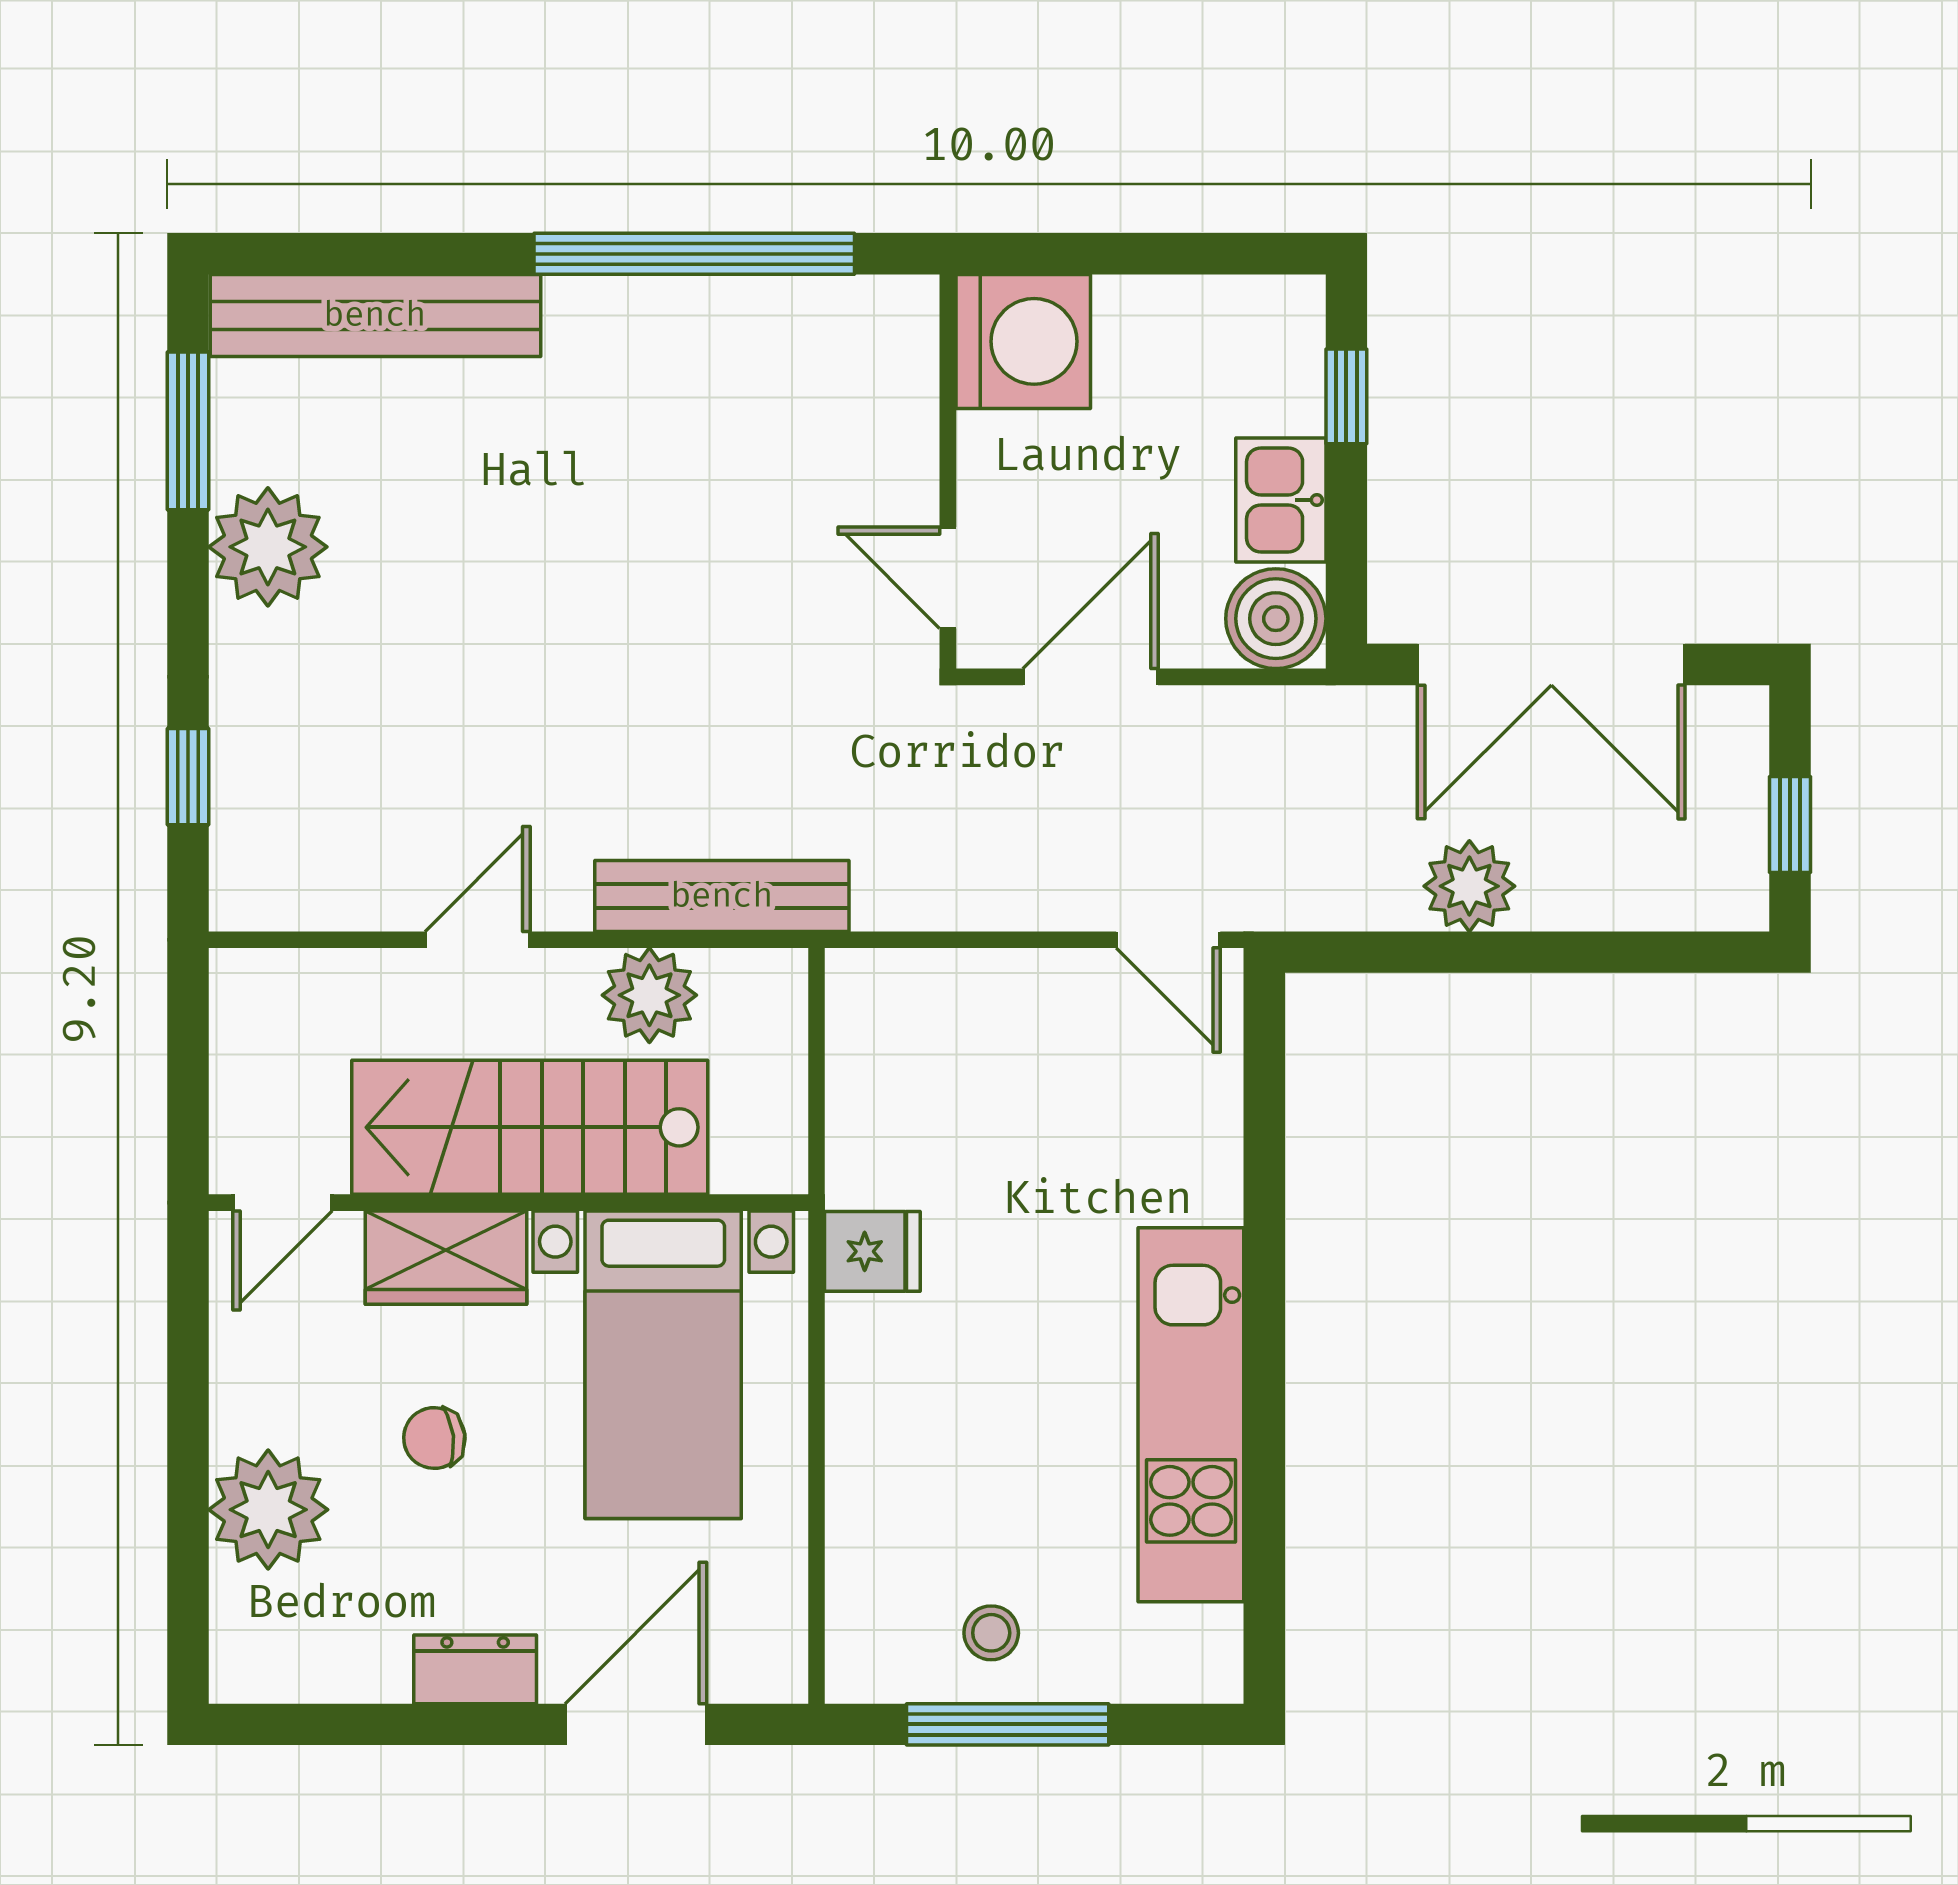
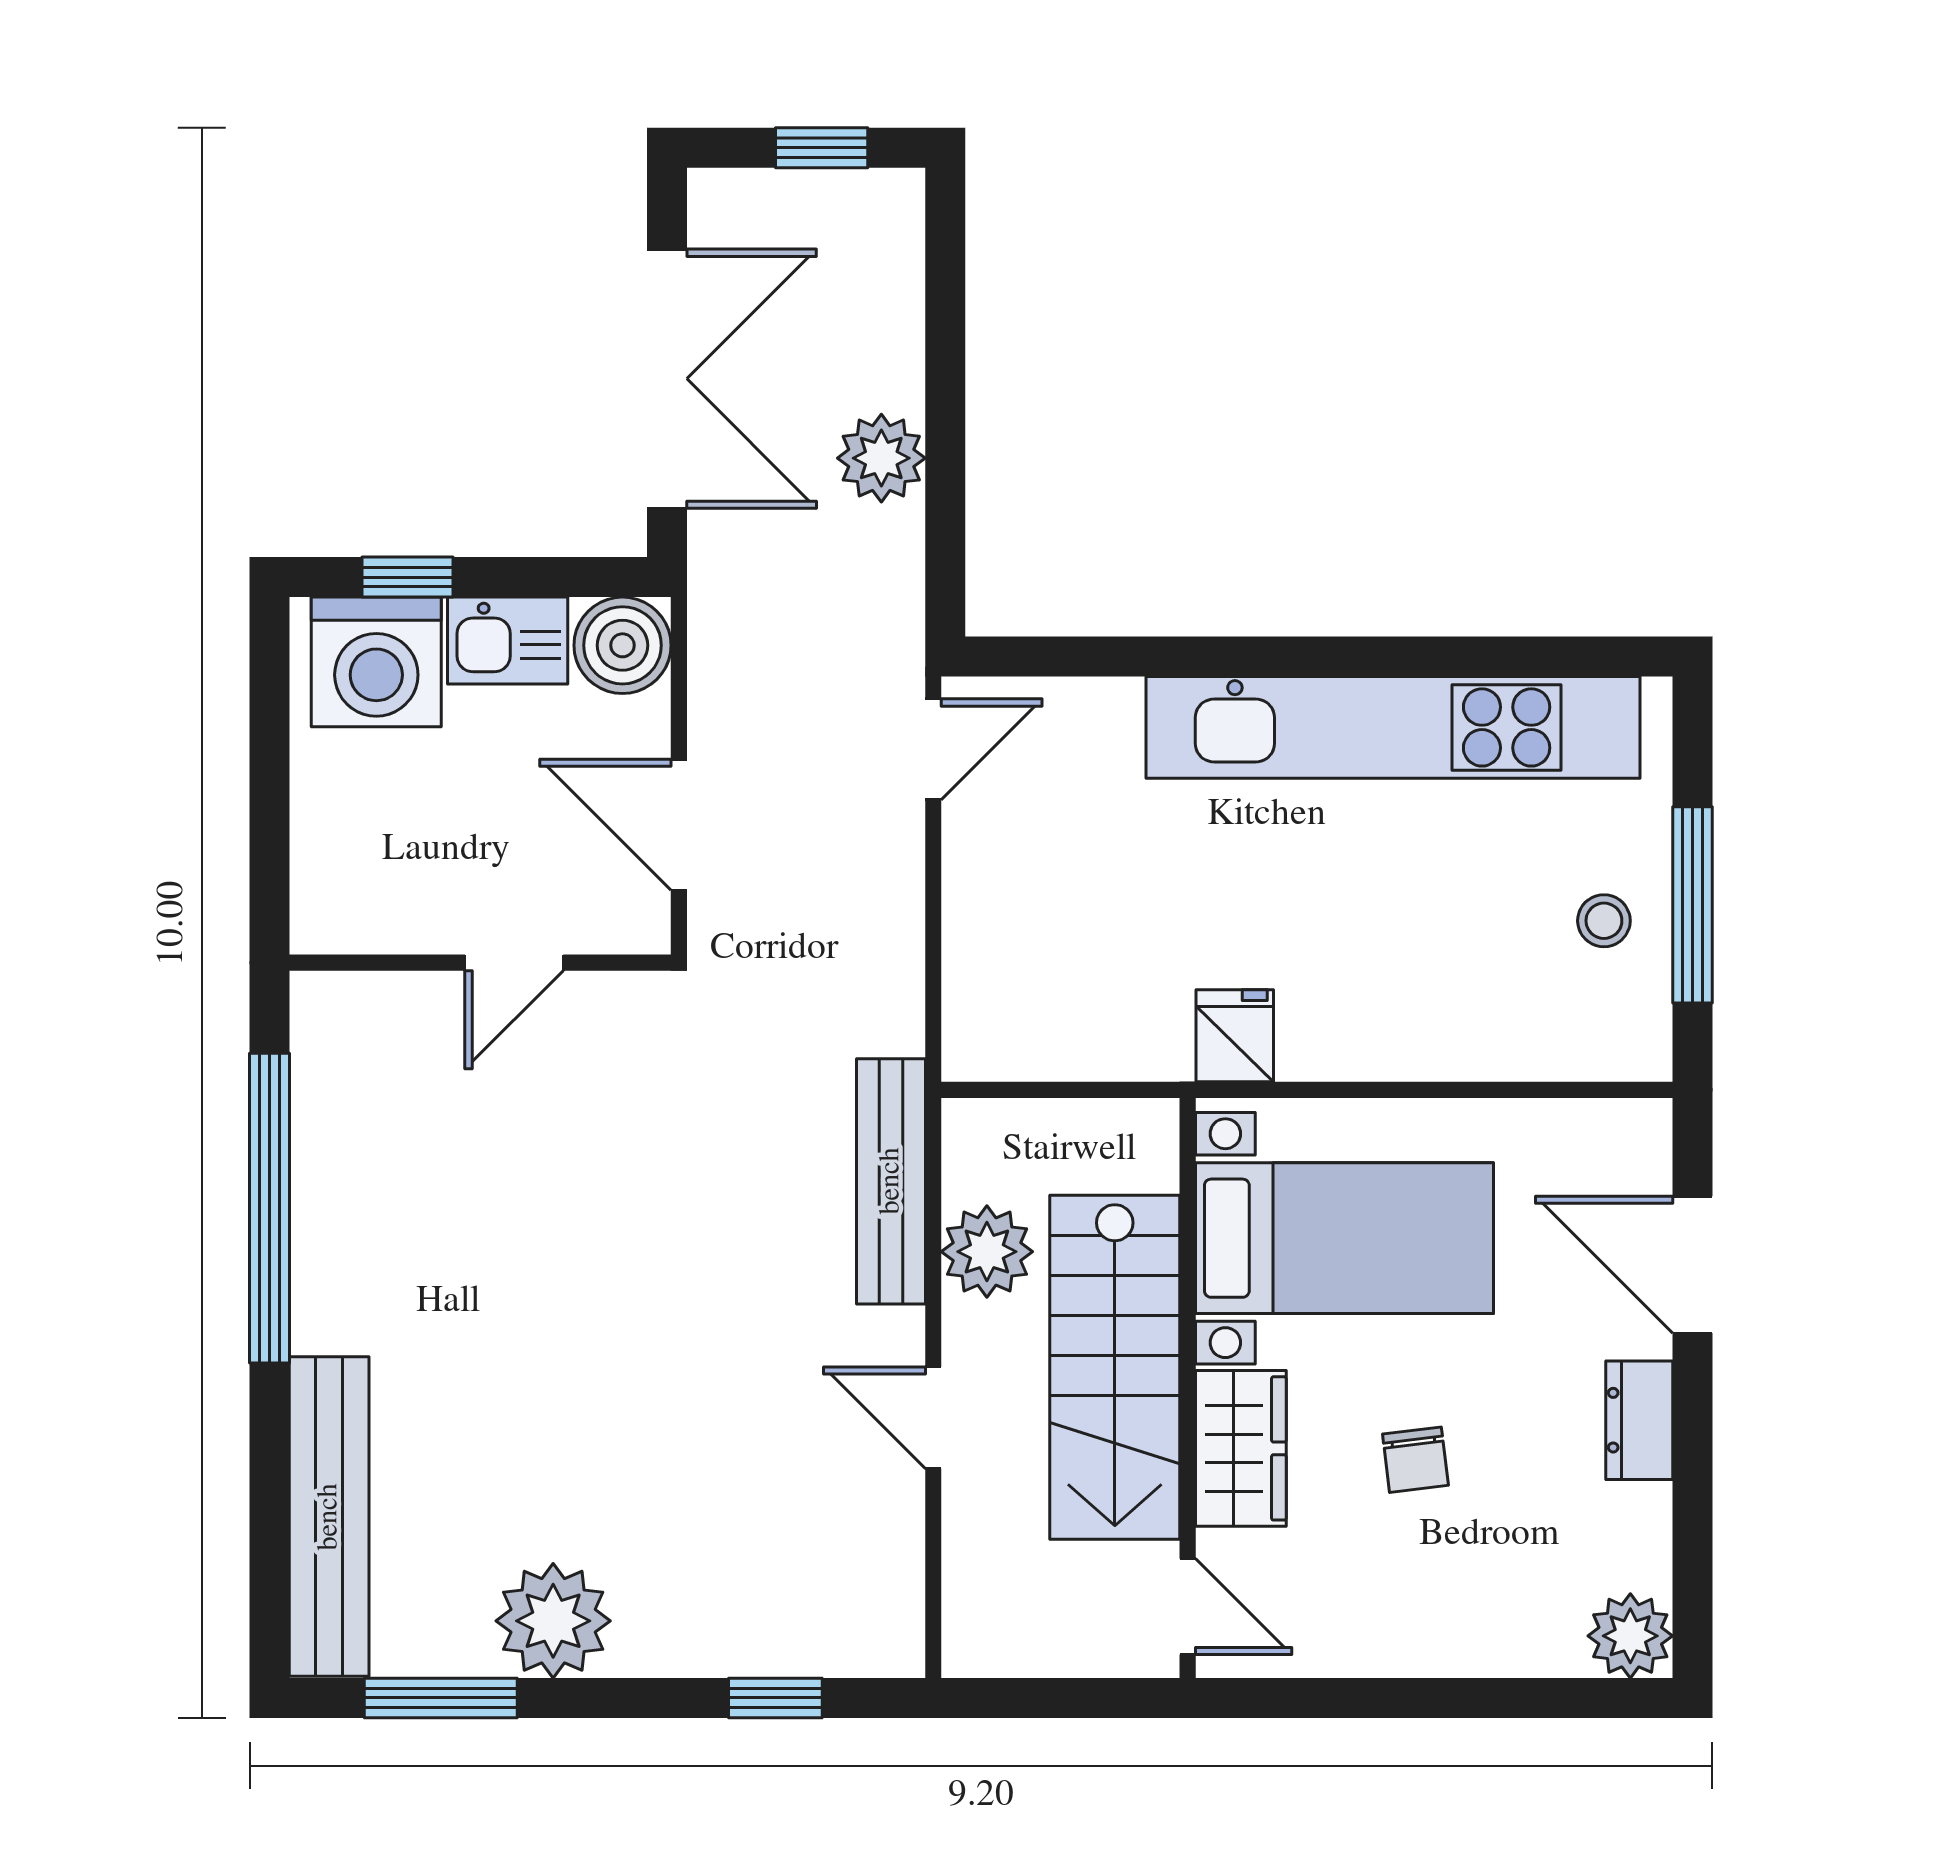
washing machine: (1023, 341) -> (376, 662), moved, turned 180
door: (948, 578) -> (514, 963), moved
kitchen unit: (1191, 1415) -> (1393, 727), width x1.36
plant: (268, 1510) -> (1630, 1636), moved, width x0.73, depth x0.73

